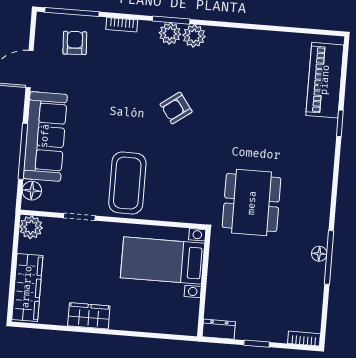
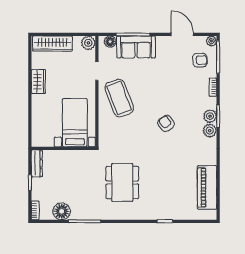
plant: (45, 21) -> (211, 41), added
piano: (325, 80) -> (207, 187), moved, turned -90
sofa: (45, 136) -> (136, 47), width x0.73
coffee table: (127, 183) -> (119, 98), turned 69
dining table: (252, 203) -> (122, 182), moved, turned 90
floor lamp: (319, 254) -> (62, 211), moved, width x1.89, depth x1.89
dresser: (219, 329) -> (37, 163), width x1.44

